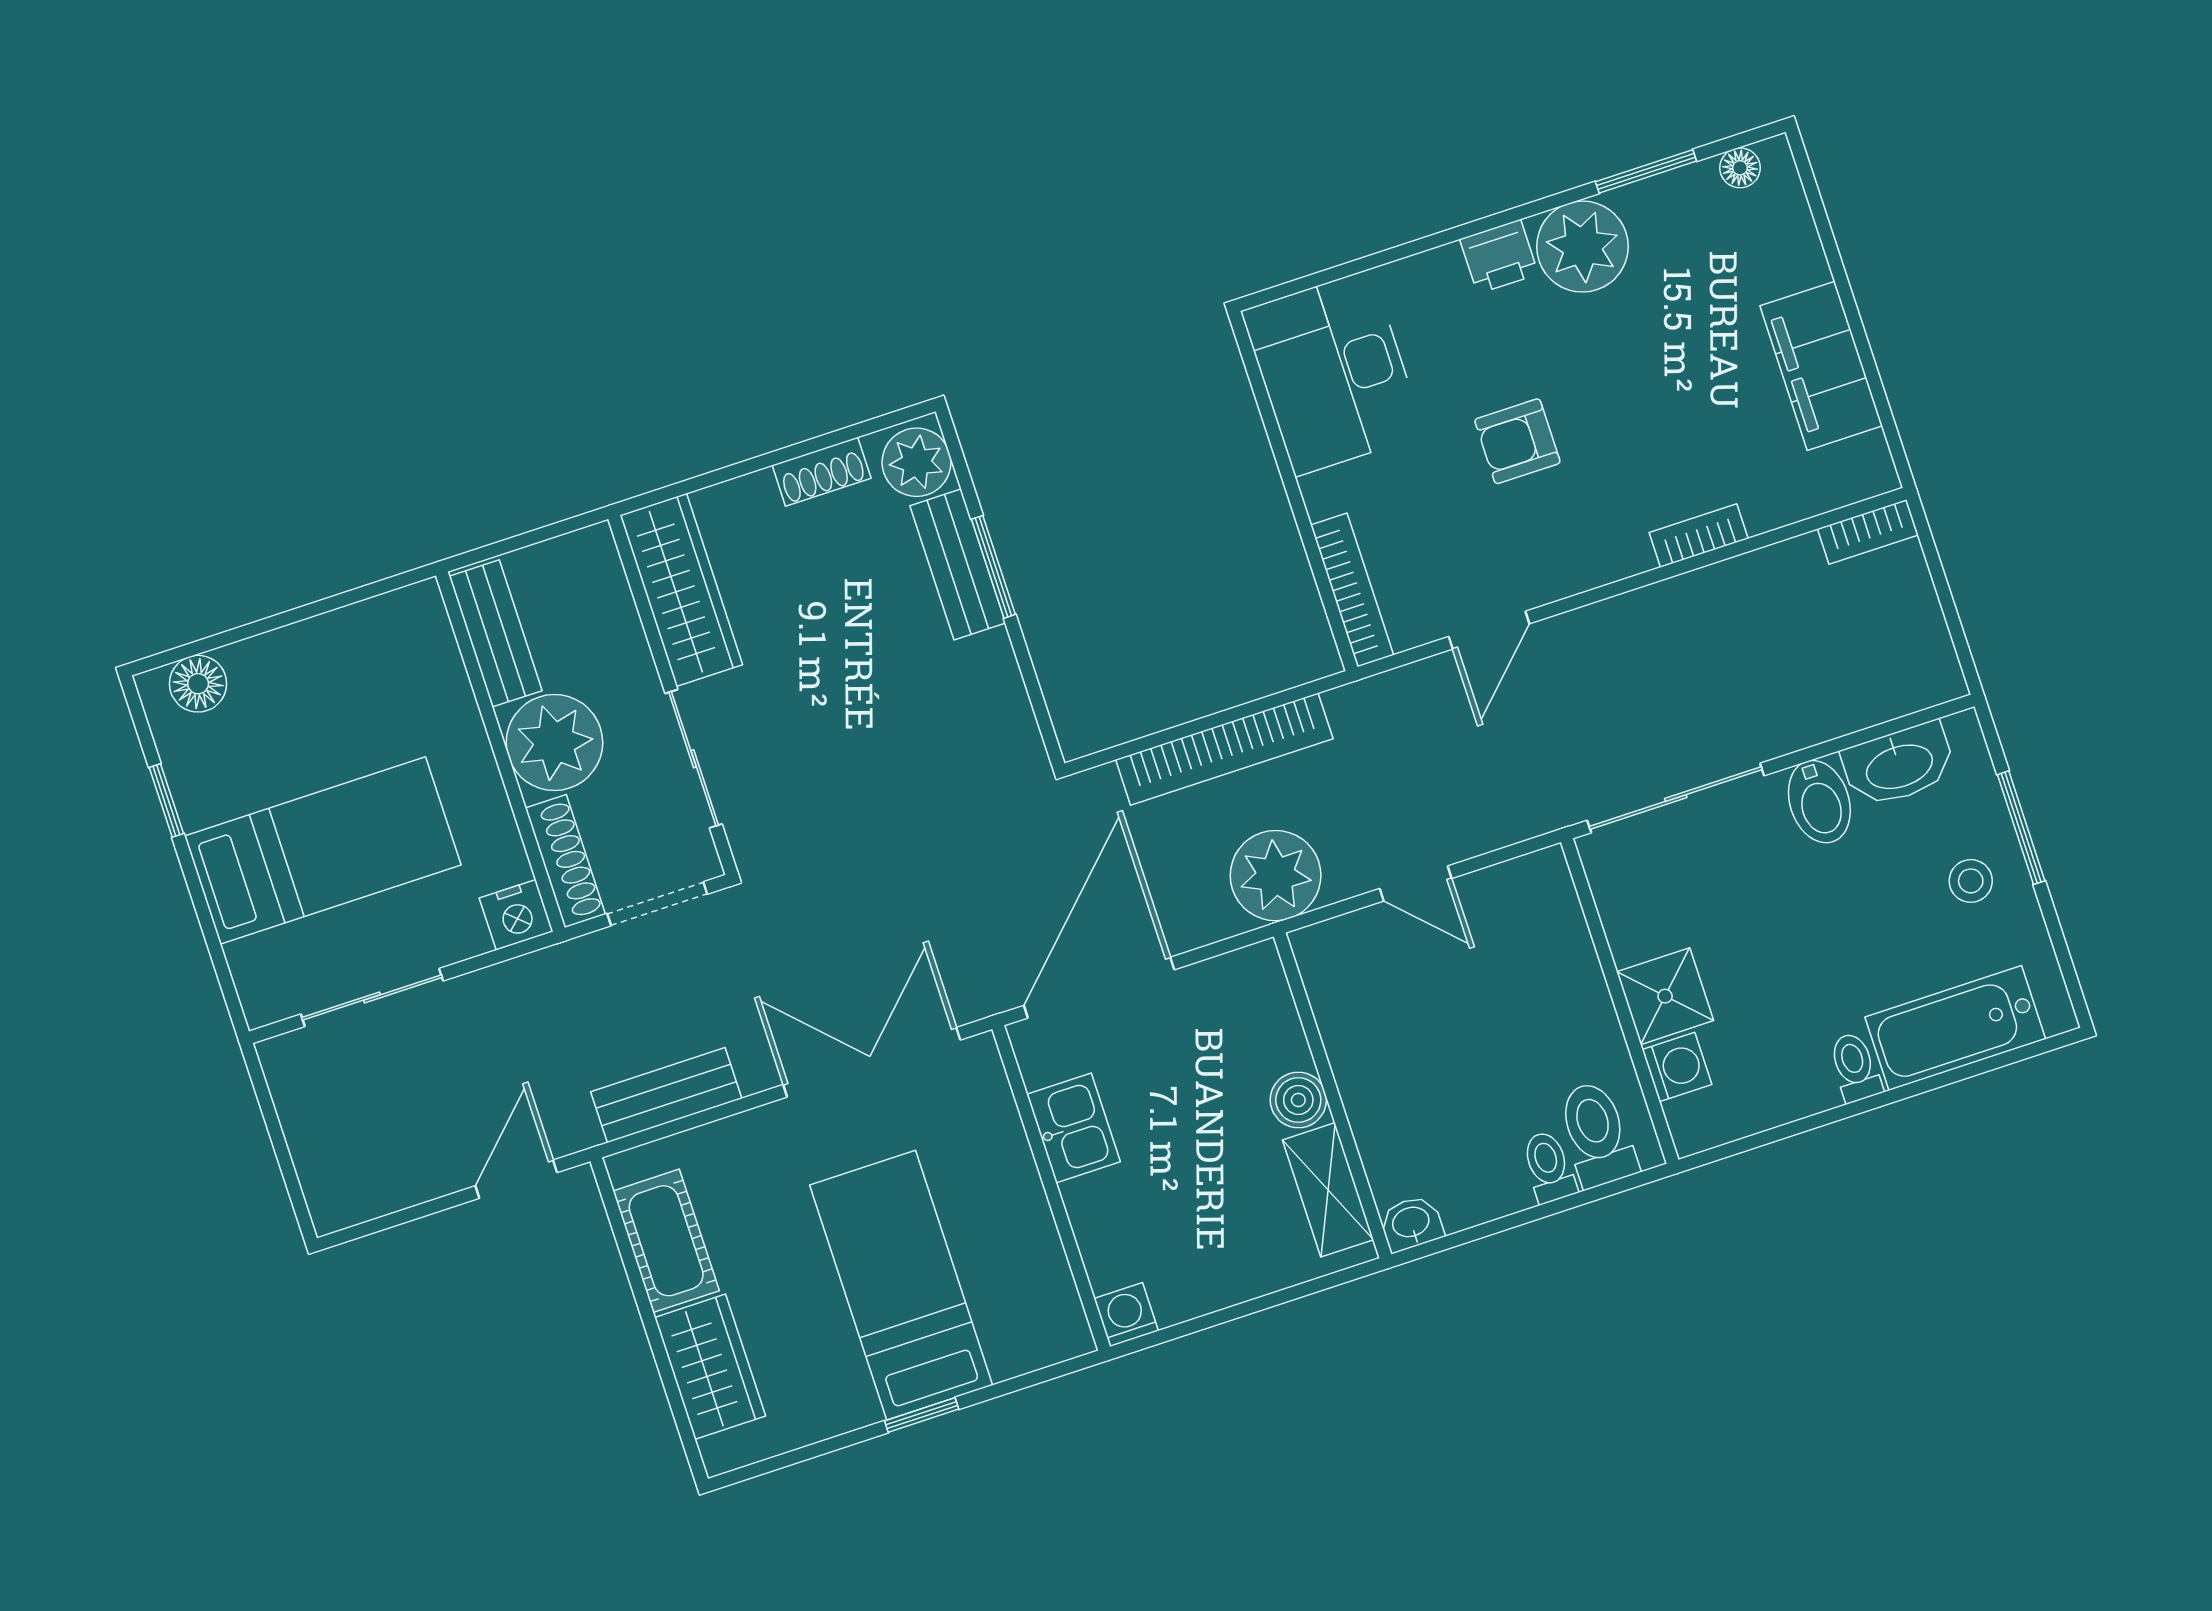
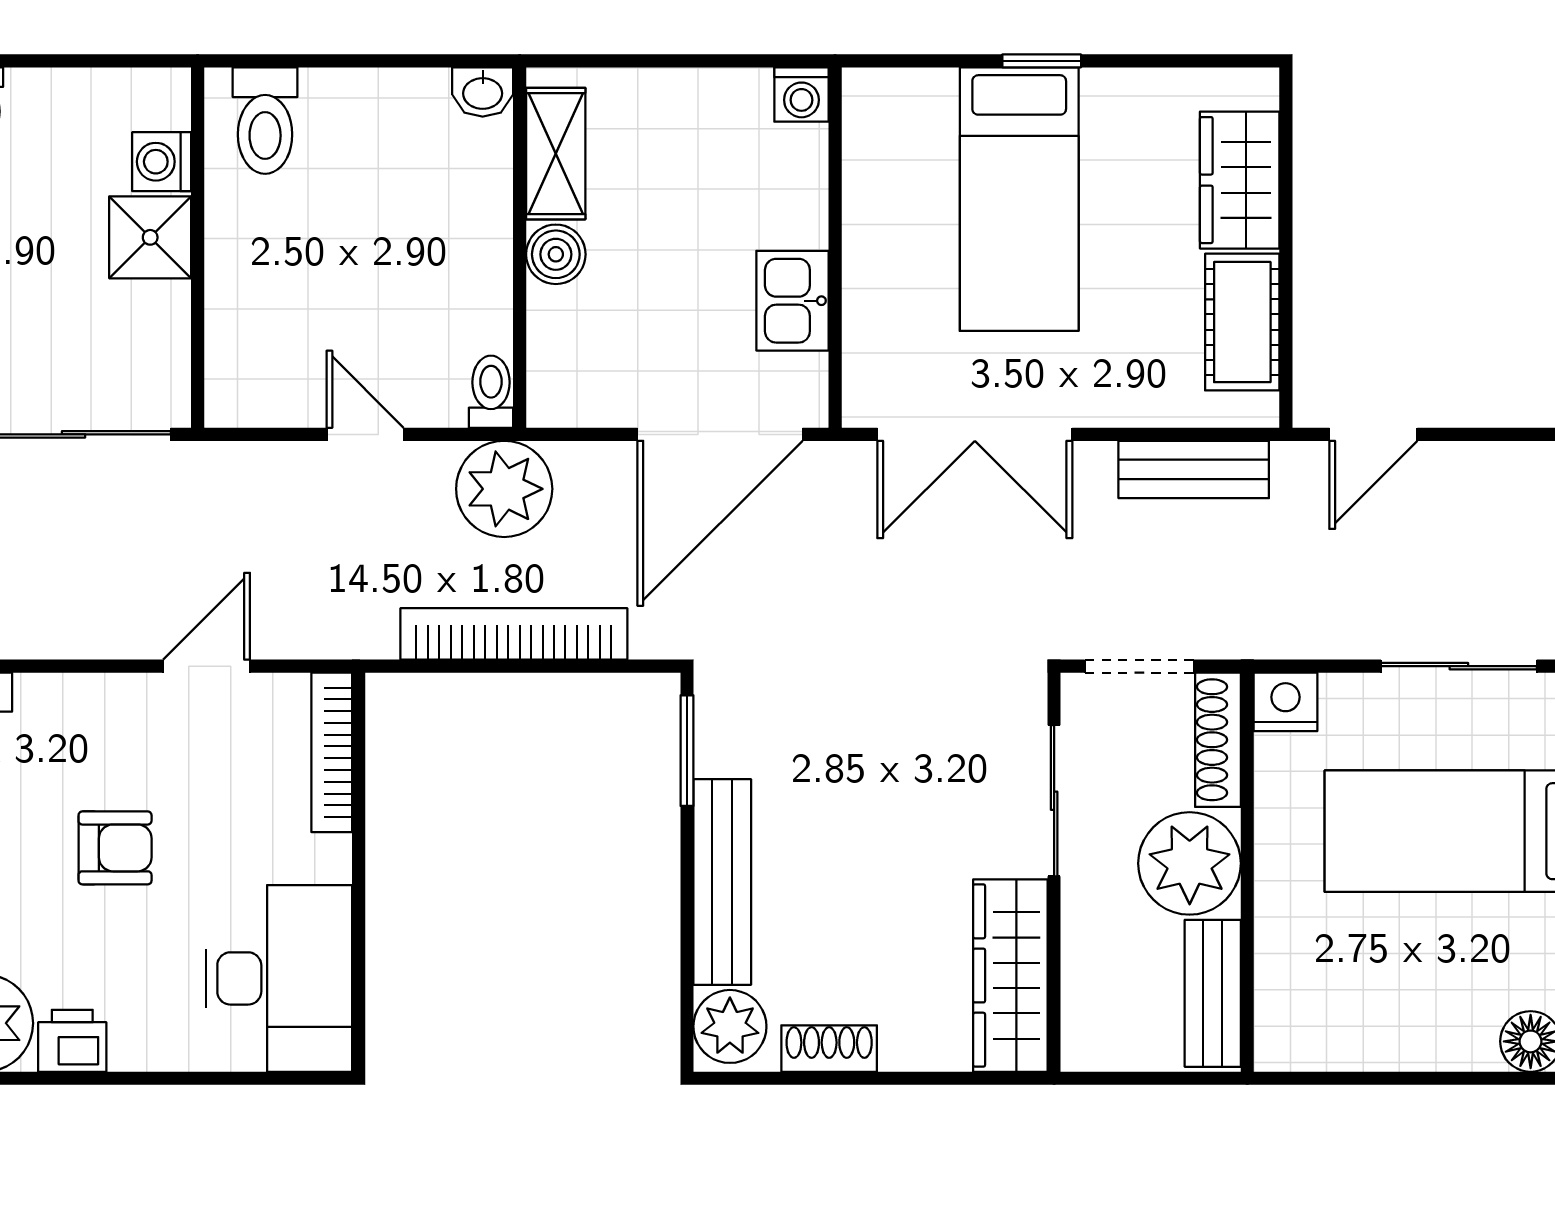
bench: (958, 564) -> (722, 882), width x1.36
window: (993, 567) -> (687, 751), moved
toilet: (1549, 1167) -> (491, 392), moved, turned 180

